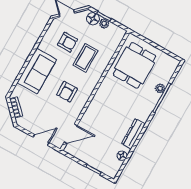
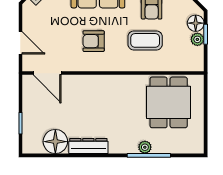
dining table: (135, 65) -> (169, 102), turned 90
plant: (160, 88) -> (145, 147), moved
floor lamp: (122, 156) -> (55, 142), width x1.89, depth x1.89

